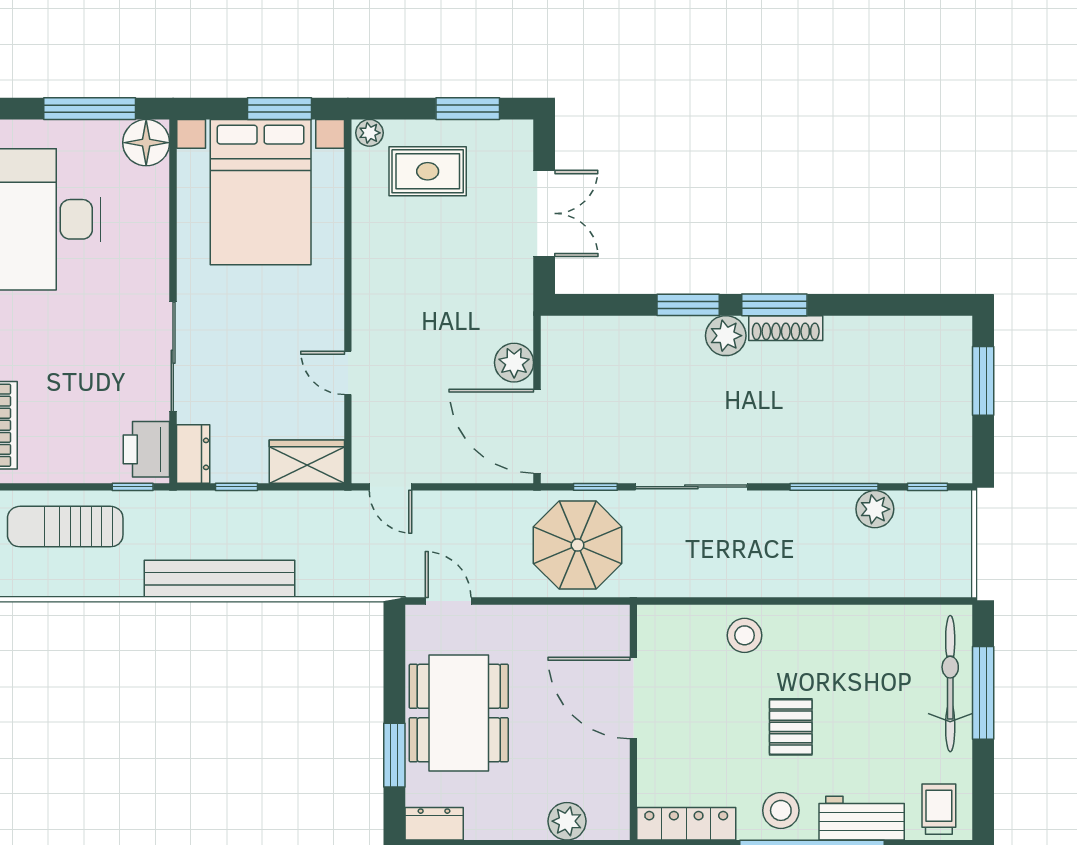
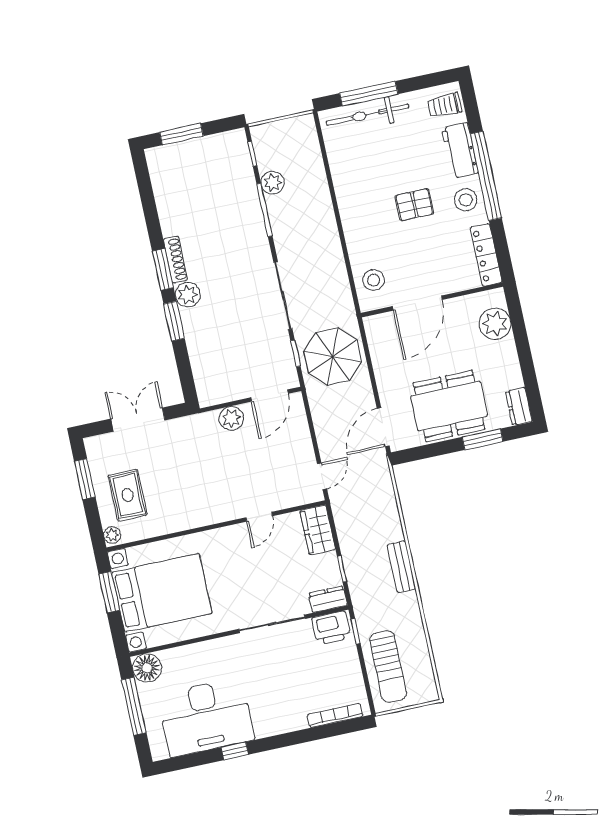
door: (537, 431) -> (270, 396), width x0.73
bench: (220, 579) -> (401, 567), width x0.54, depth x0.82
door: (448, 601) -> (383, 427), width x1.38
stool: (745, 635) -> (374, 280), moved
plant: (567, 821) -> (495, 324), width x1.36, depth x1.36

